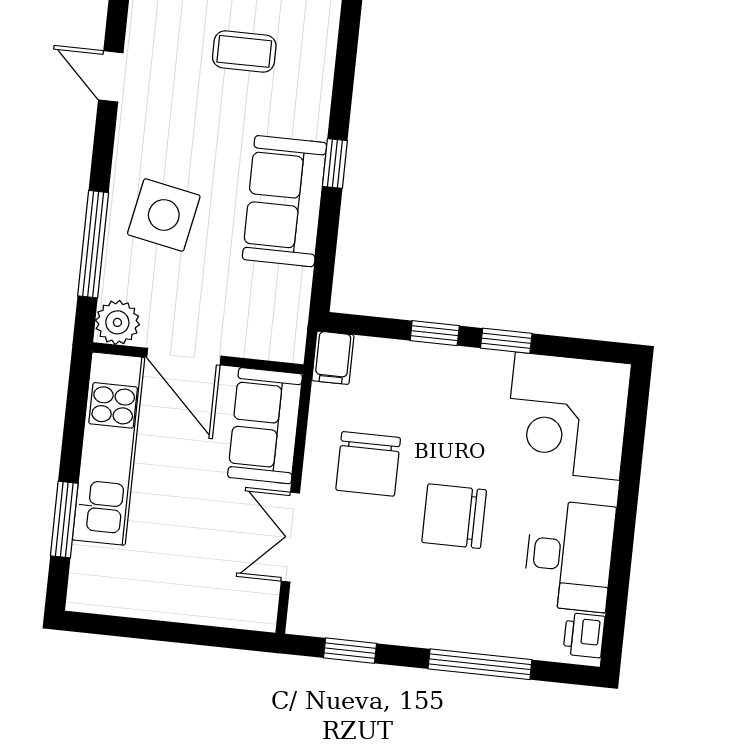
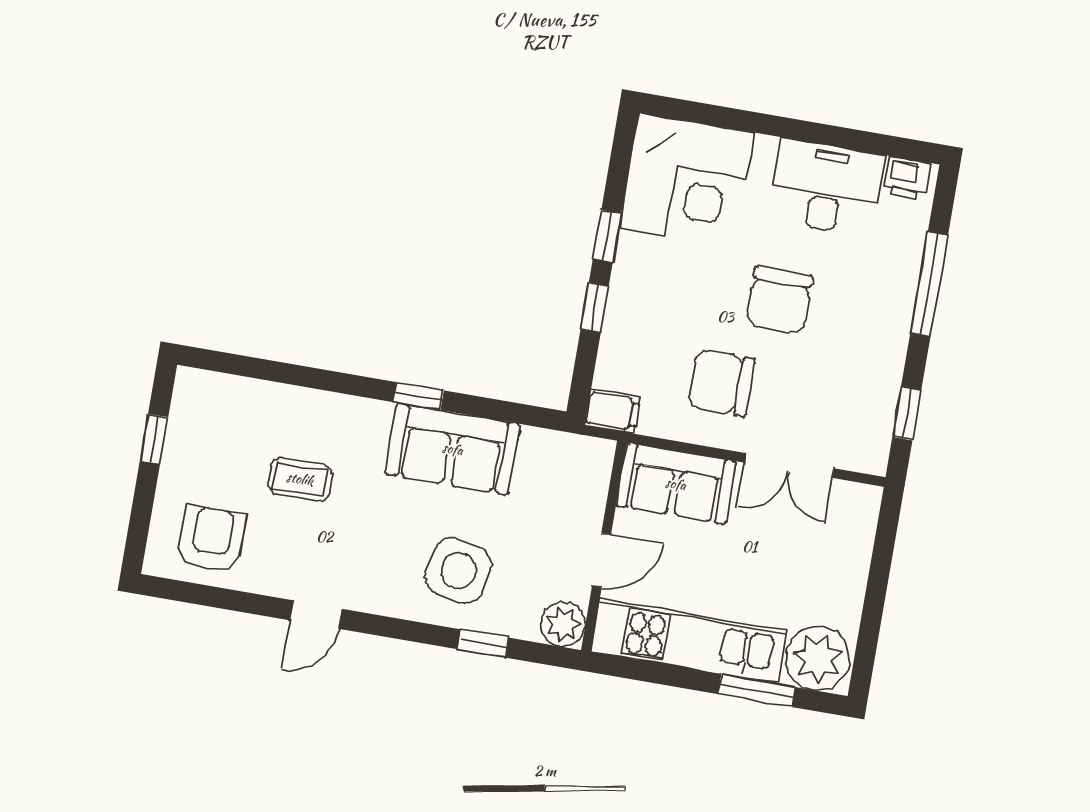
coffee table: (244, 51) -> (300, 479), turned 90
window: (93, 244) -> (483, 643), width x0.46
door: (184, 357) -> (602, 560), width x0.73
chair: (368, 464) -> (721, 383), turned 180
plant: (100, 578) -> (818, 659), added

